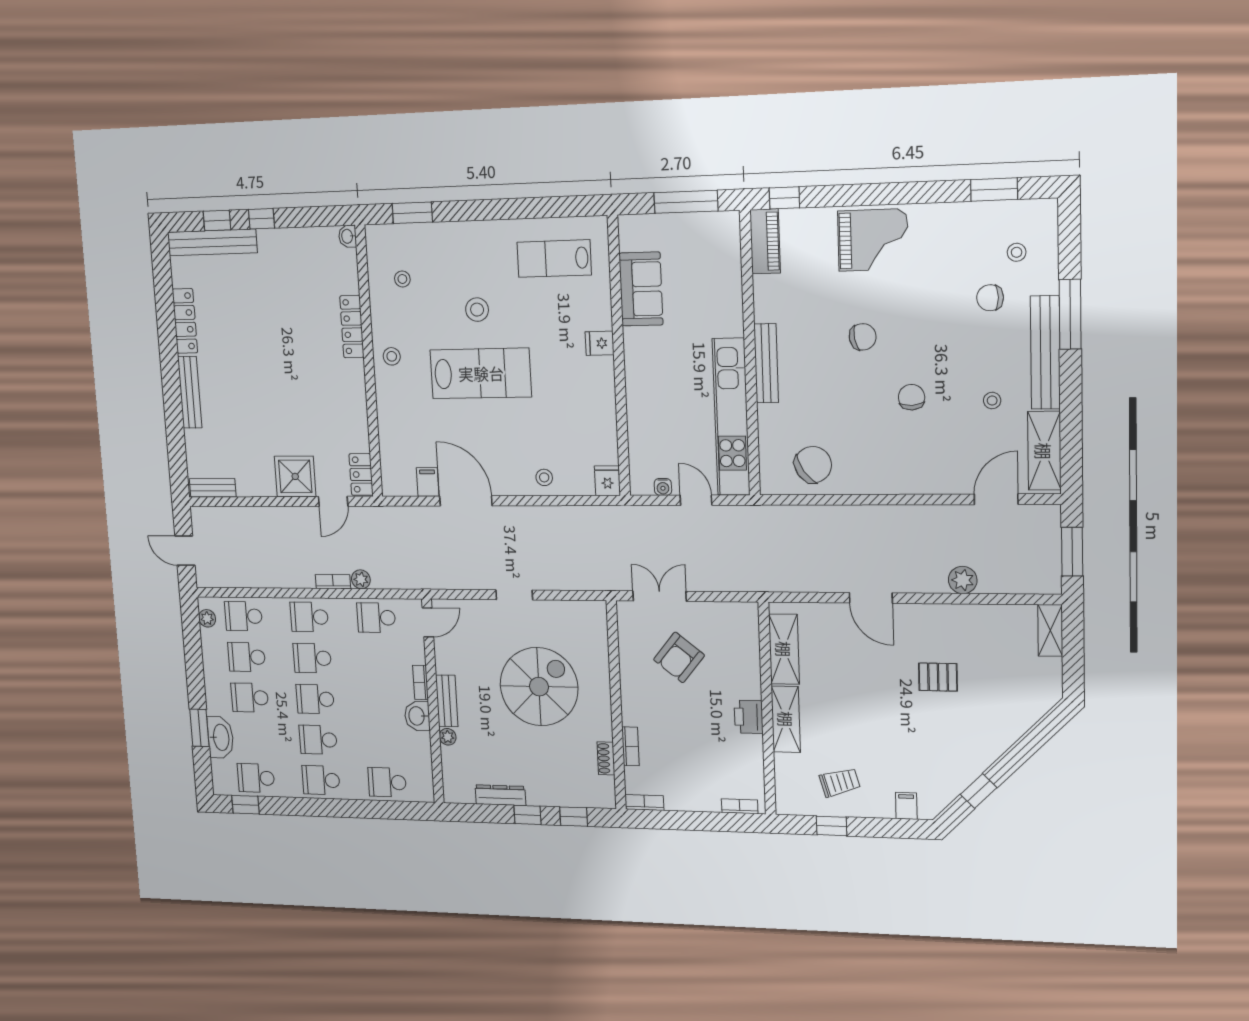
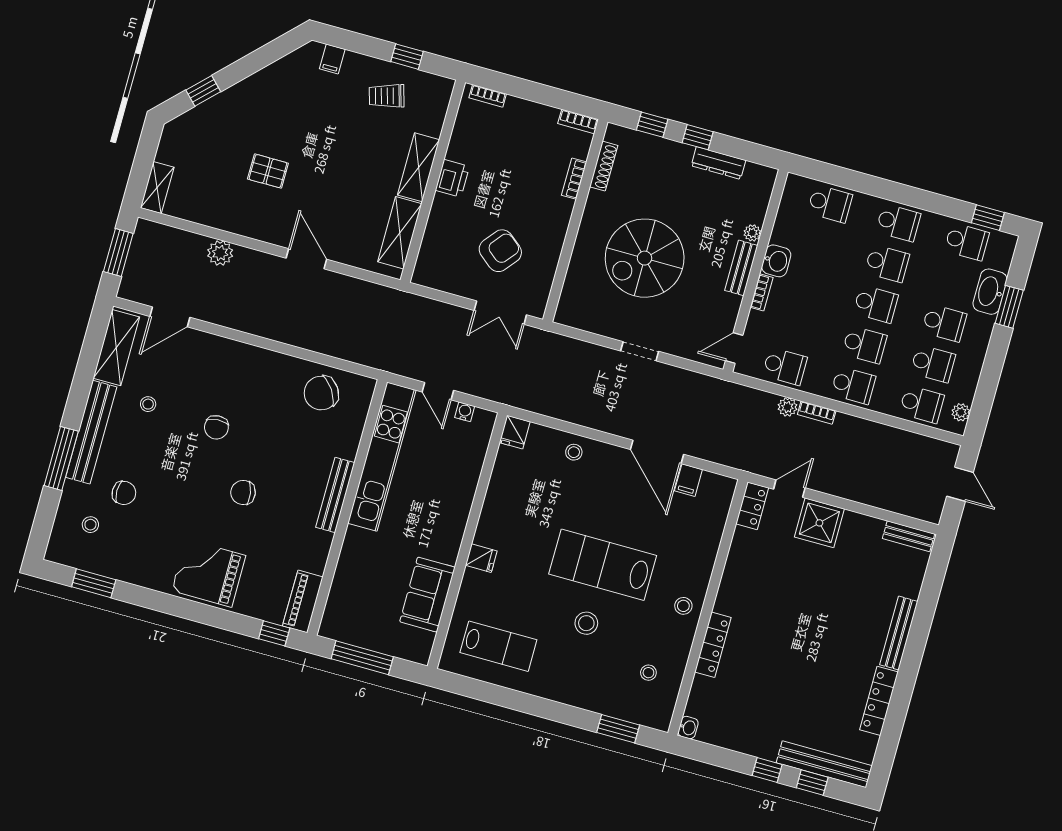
shoe rack: (606, 758) -> (604, 166), width x1.43
window: (979, 791) -> (203, 91), moved

